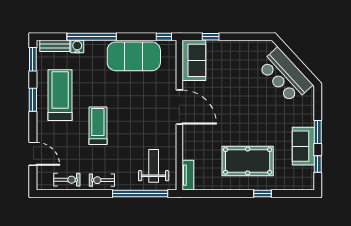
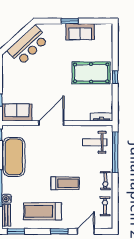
window: (33, 100) -> (59, 231), moved
treadmill: (98, 126) -> (65, 183), turned 180
pool table: (248, 161) -> (91, 73), turned 90
window: (318, 164) -> (93, 21), removed
window: (262, 193) -> (115, 77), moved

